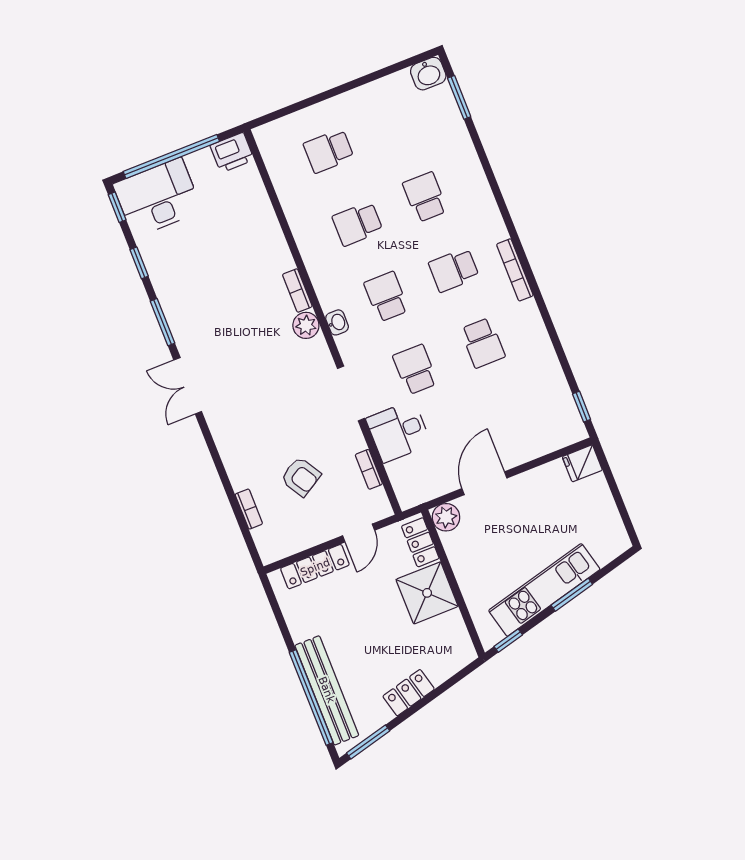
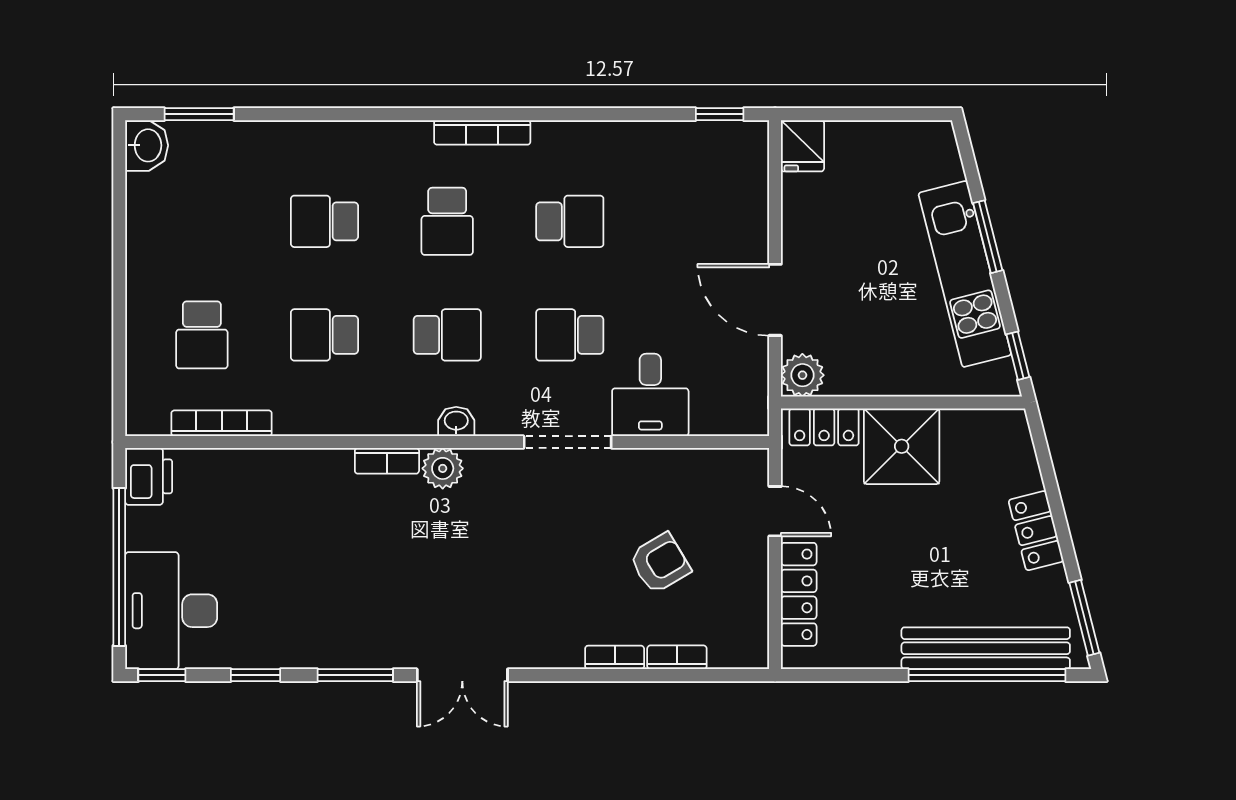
bookcase: (281, 183) -> (222, 423), added
school desk: (357, 224) -> (325, 335), turned 90
school desk: (386, 297) -> (447, 335), turned 180
bookcase: (369, 469) -> (615, 657), moved, turned 180

